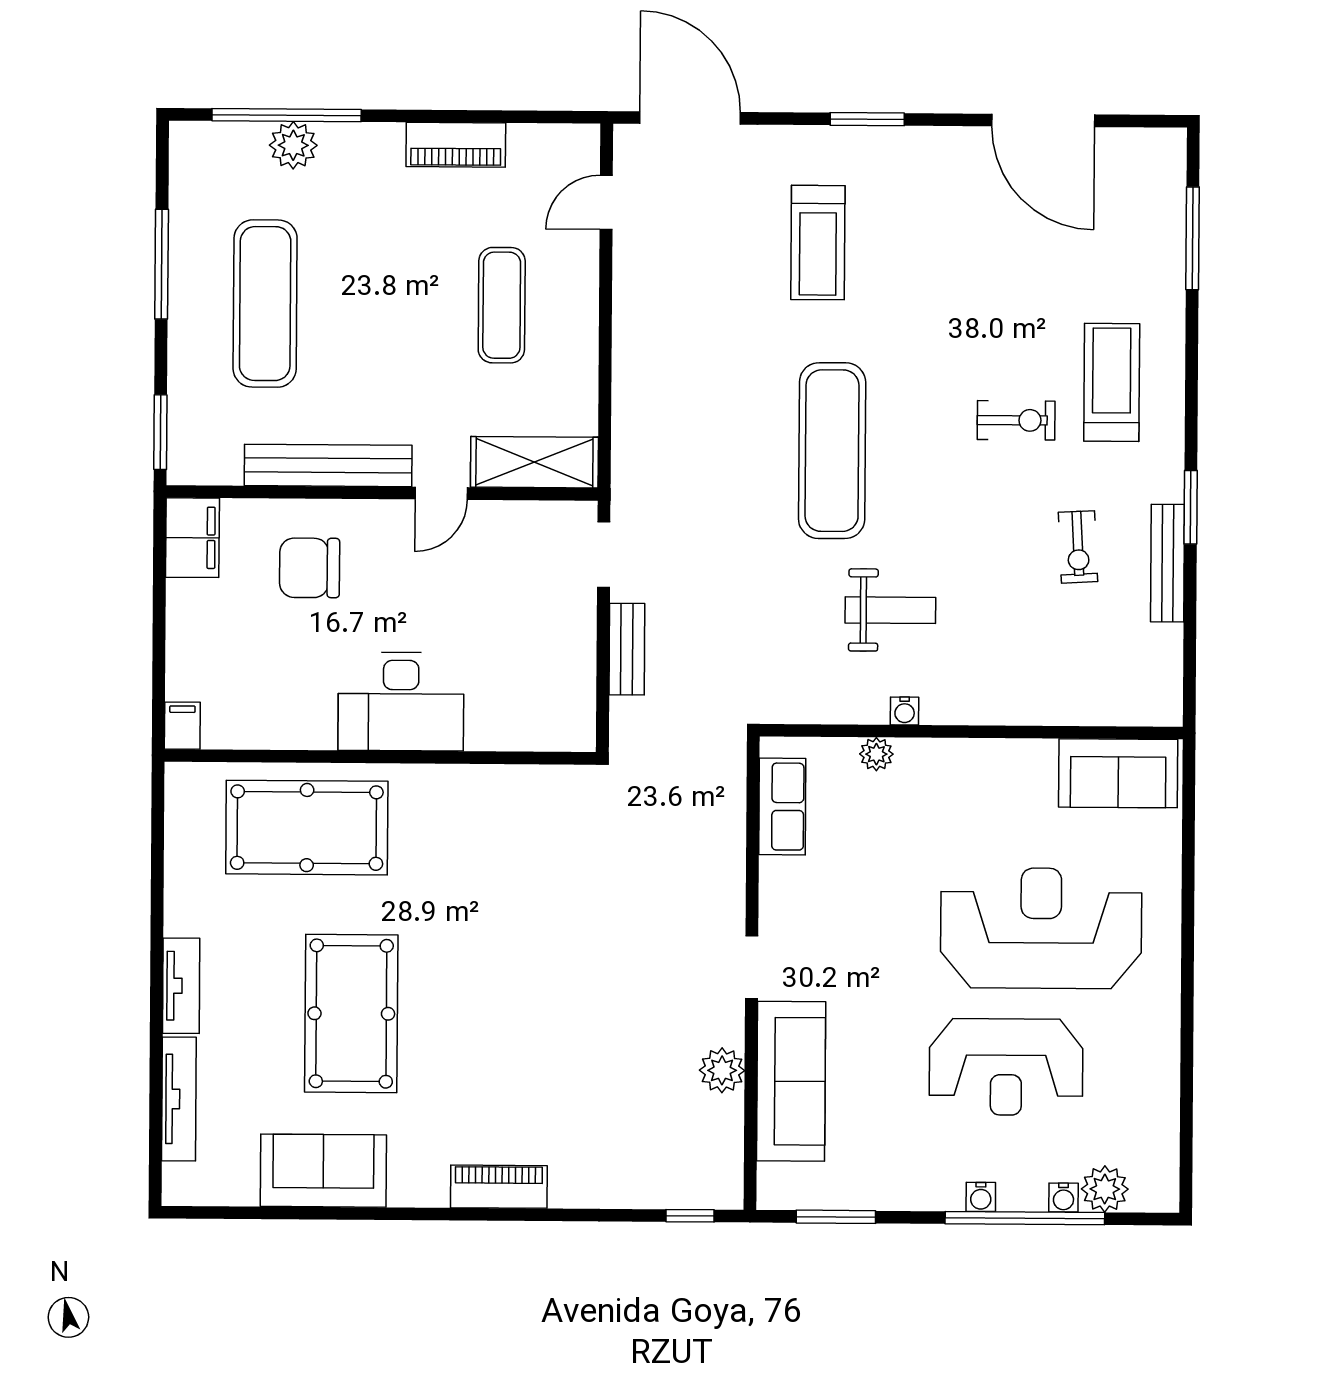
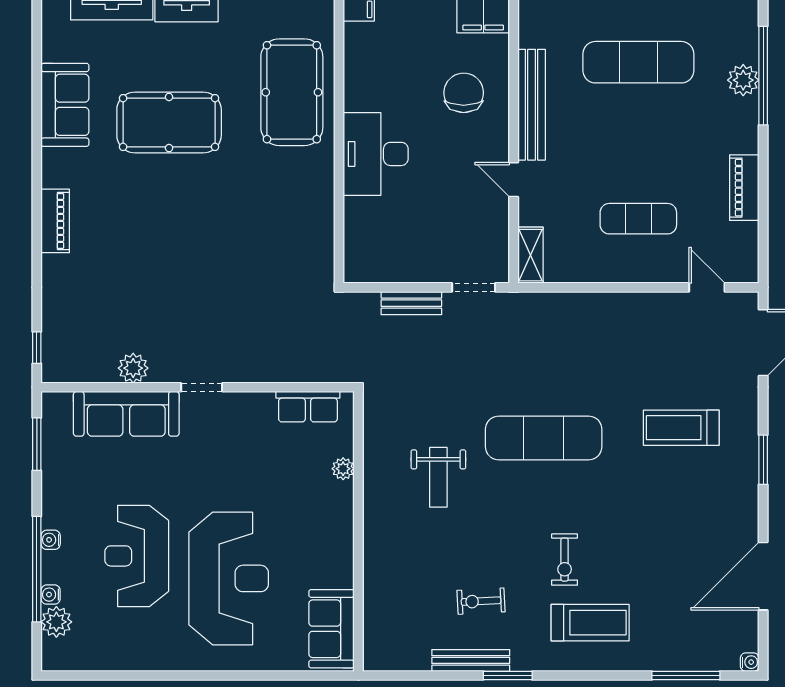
shelving: (534, 462) -> (530, 255), width x0.67, depth x0.75
water cooler: (905, 711) -> (750, 662), moved, turned 180

